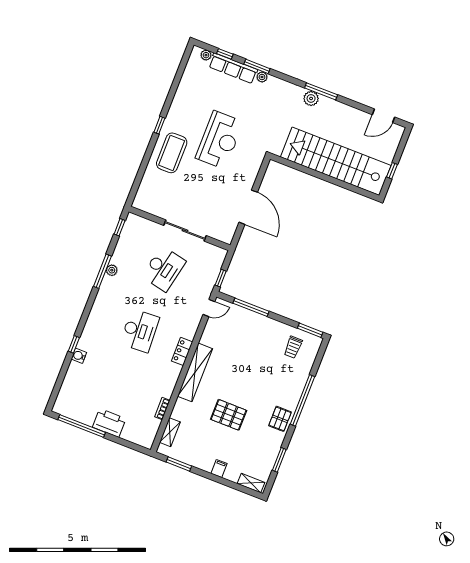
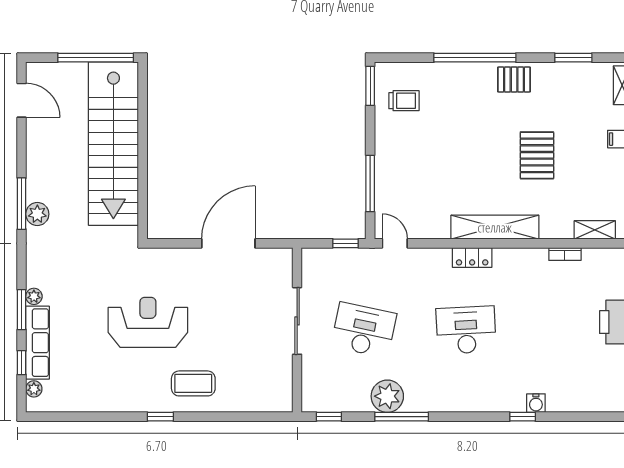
coffee table: (172, 153) -> (193, 383), width x0.73, depth x0.76
window: (392, 171) -> (96, 58), width x3.17
plant: (112, 270) -> (387, 396), width x1.88, depth x1.88

